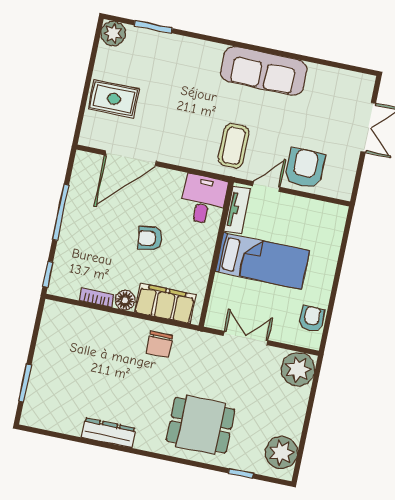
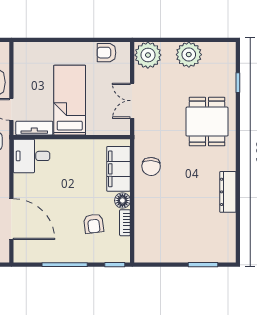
armchair: (150, 238) -> (94, 224), moved
chair: (160, 344) -> (151, 166), turned 93
plant: (281, 453) -> (189, 55), moved

